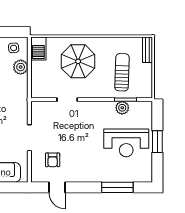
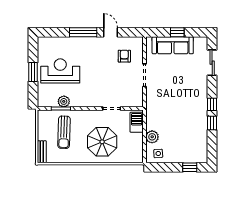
barbecue: (38, 49) -> (137, 122), moved
door: (57, 187) -> (111, 32), moved
window: (117, 187) -> (83, 32), moved

